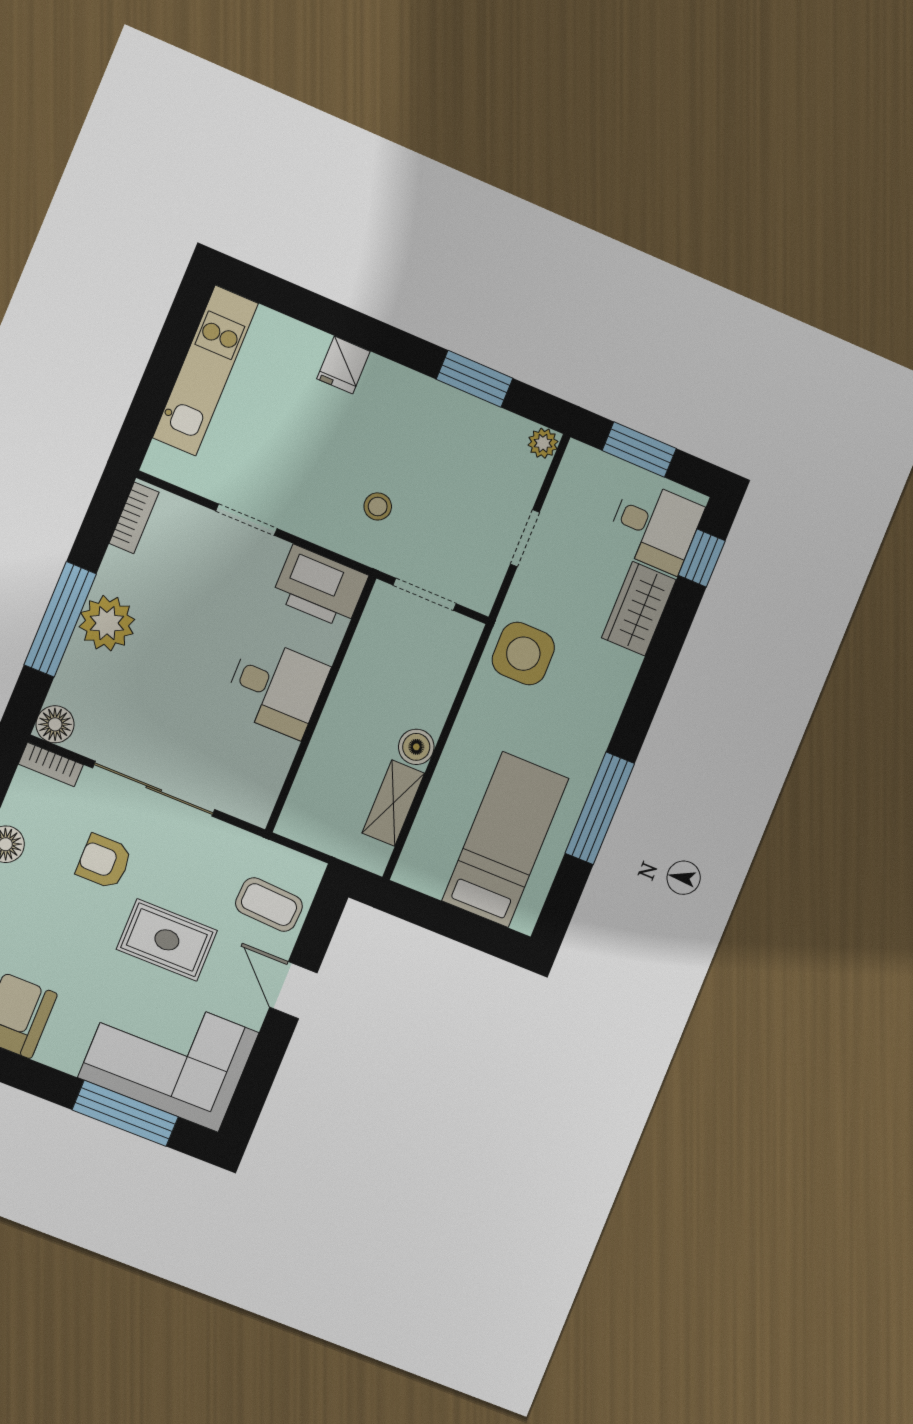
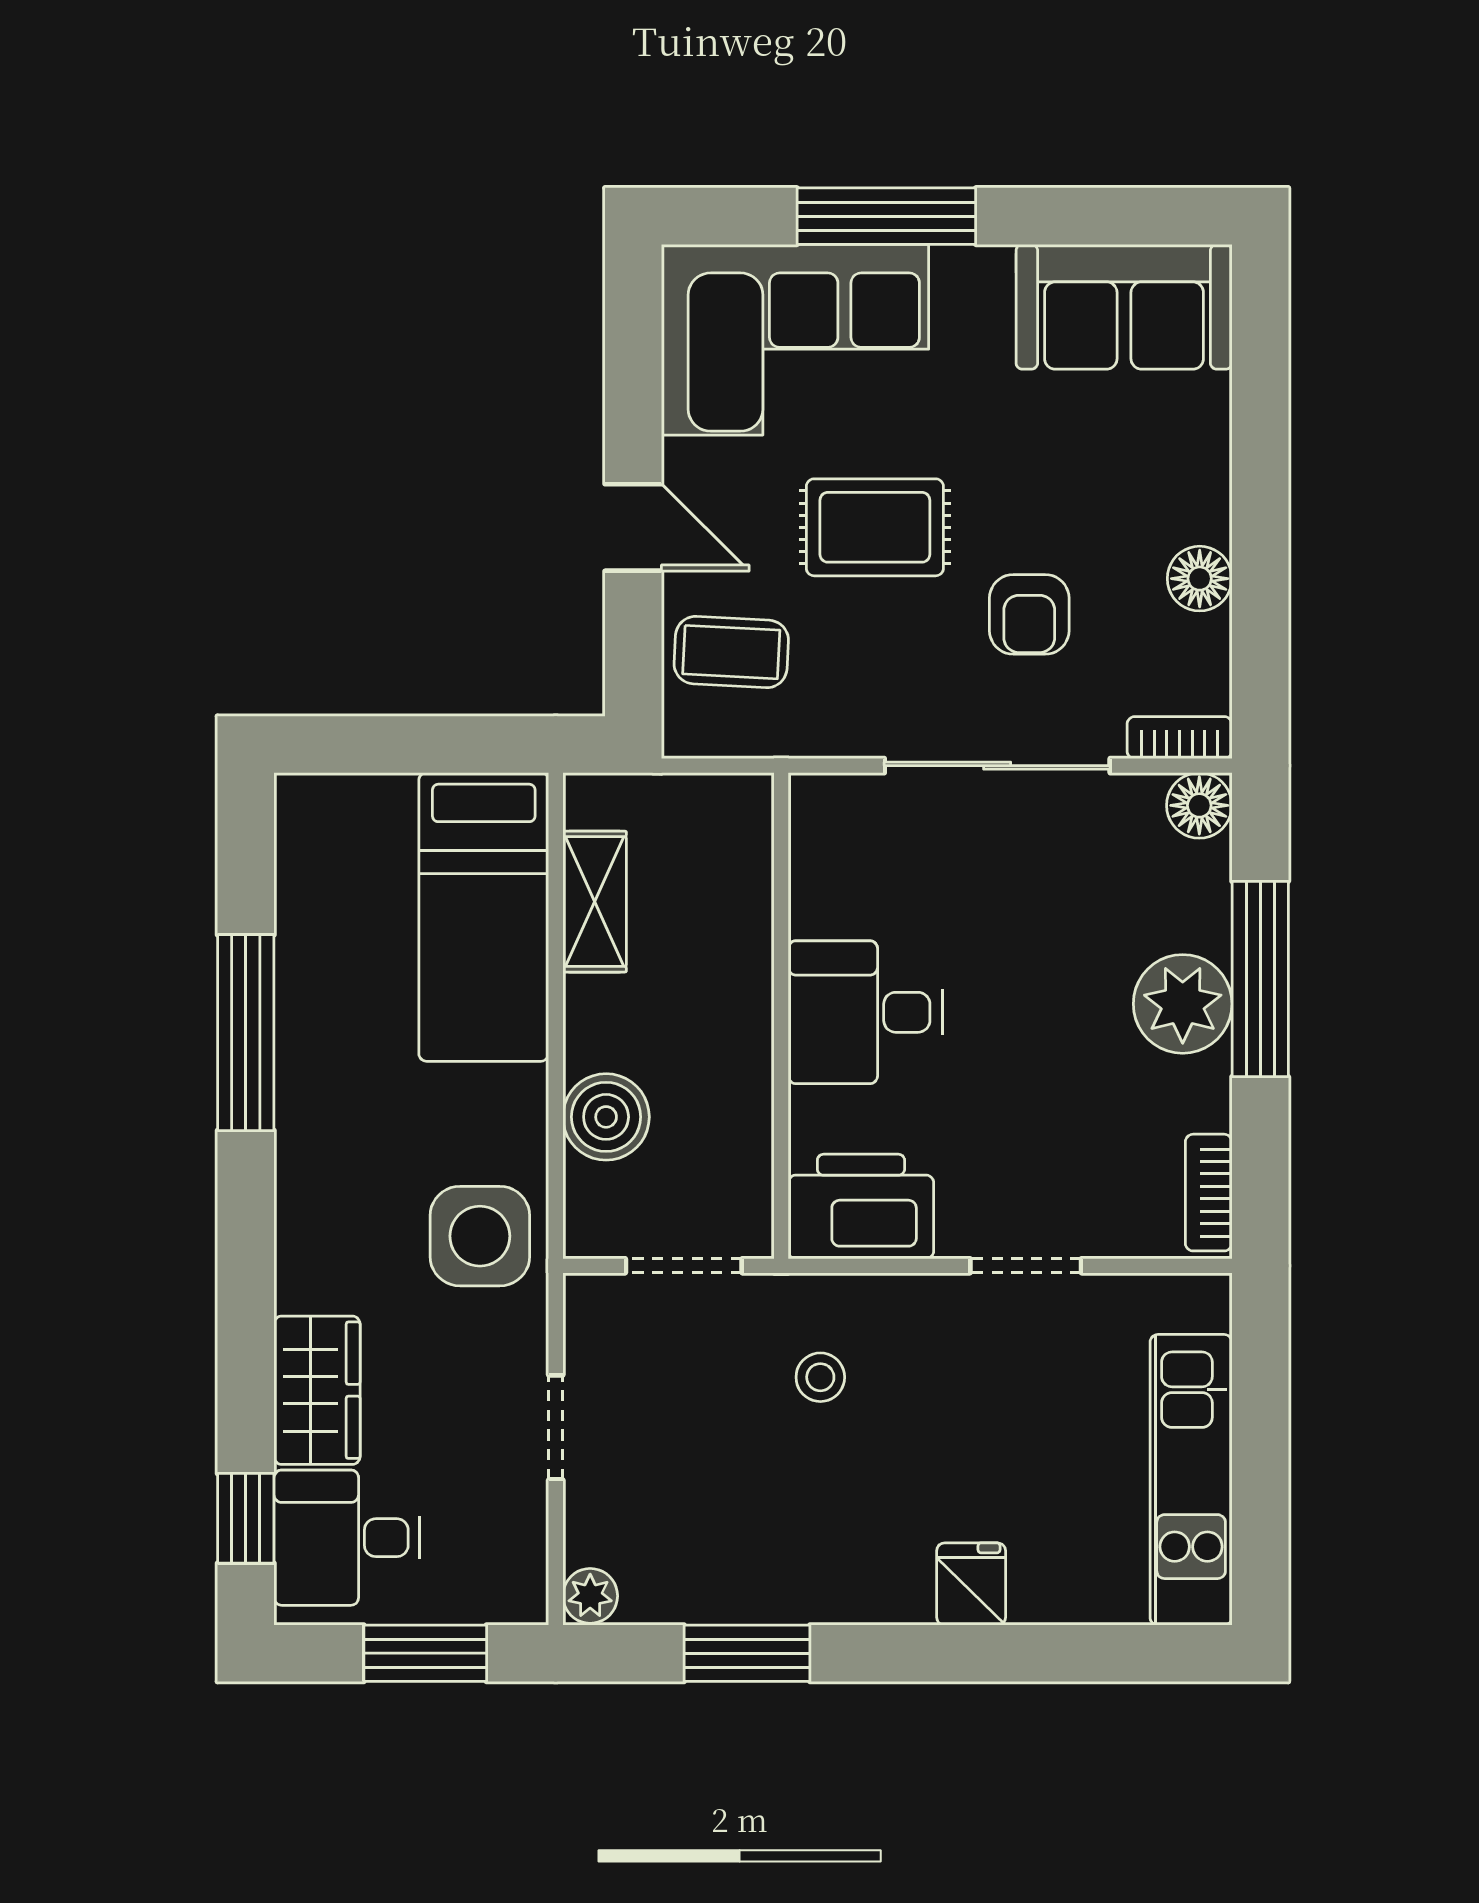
boiler: (416, 747) -> (606, 1117), moved, width x1.36, depth x1.36
bed: (505, 839) -> (484, 917), moved
armchair: (104, 862) -> (1029, 614), turned 90
window: (125, 1113) -> (886, 216), moved

